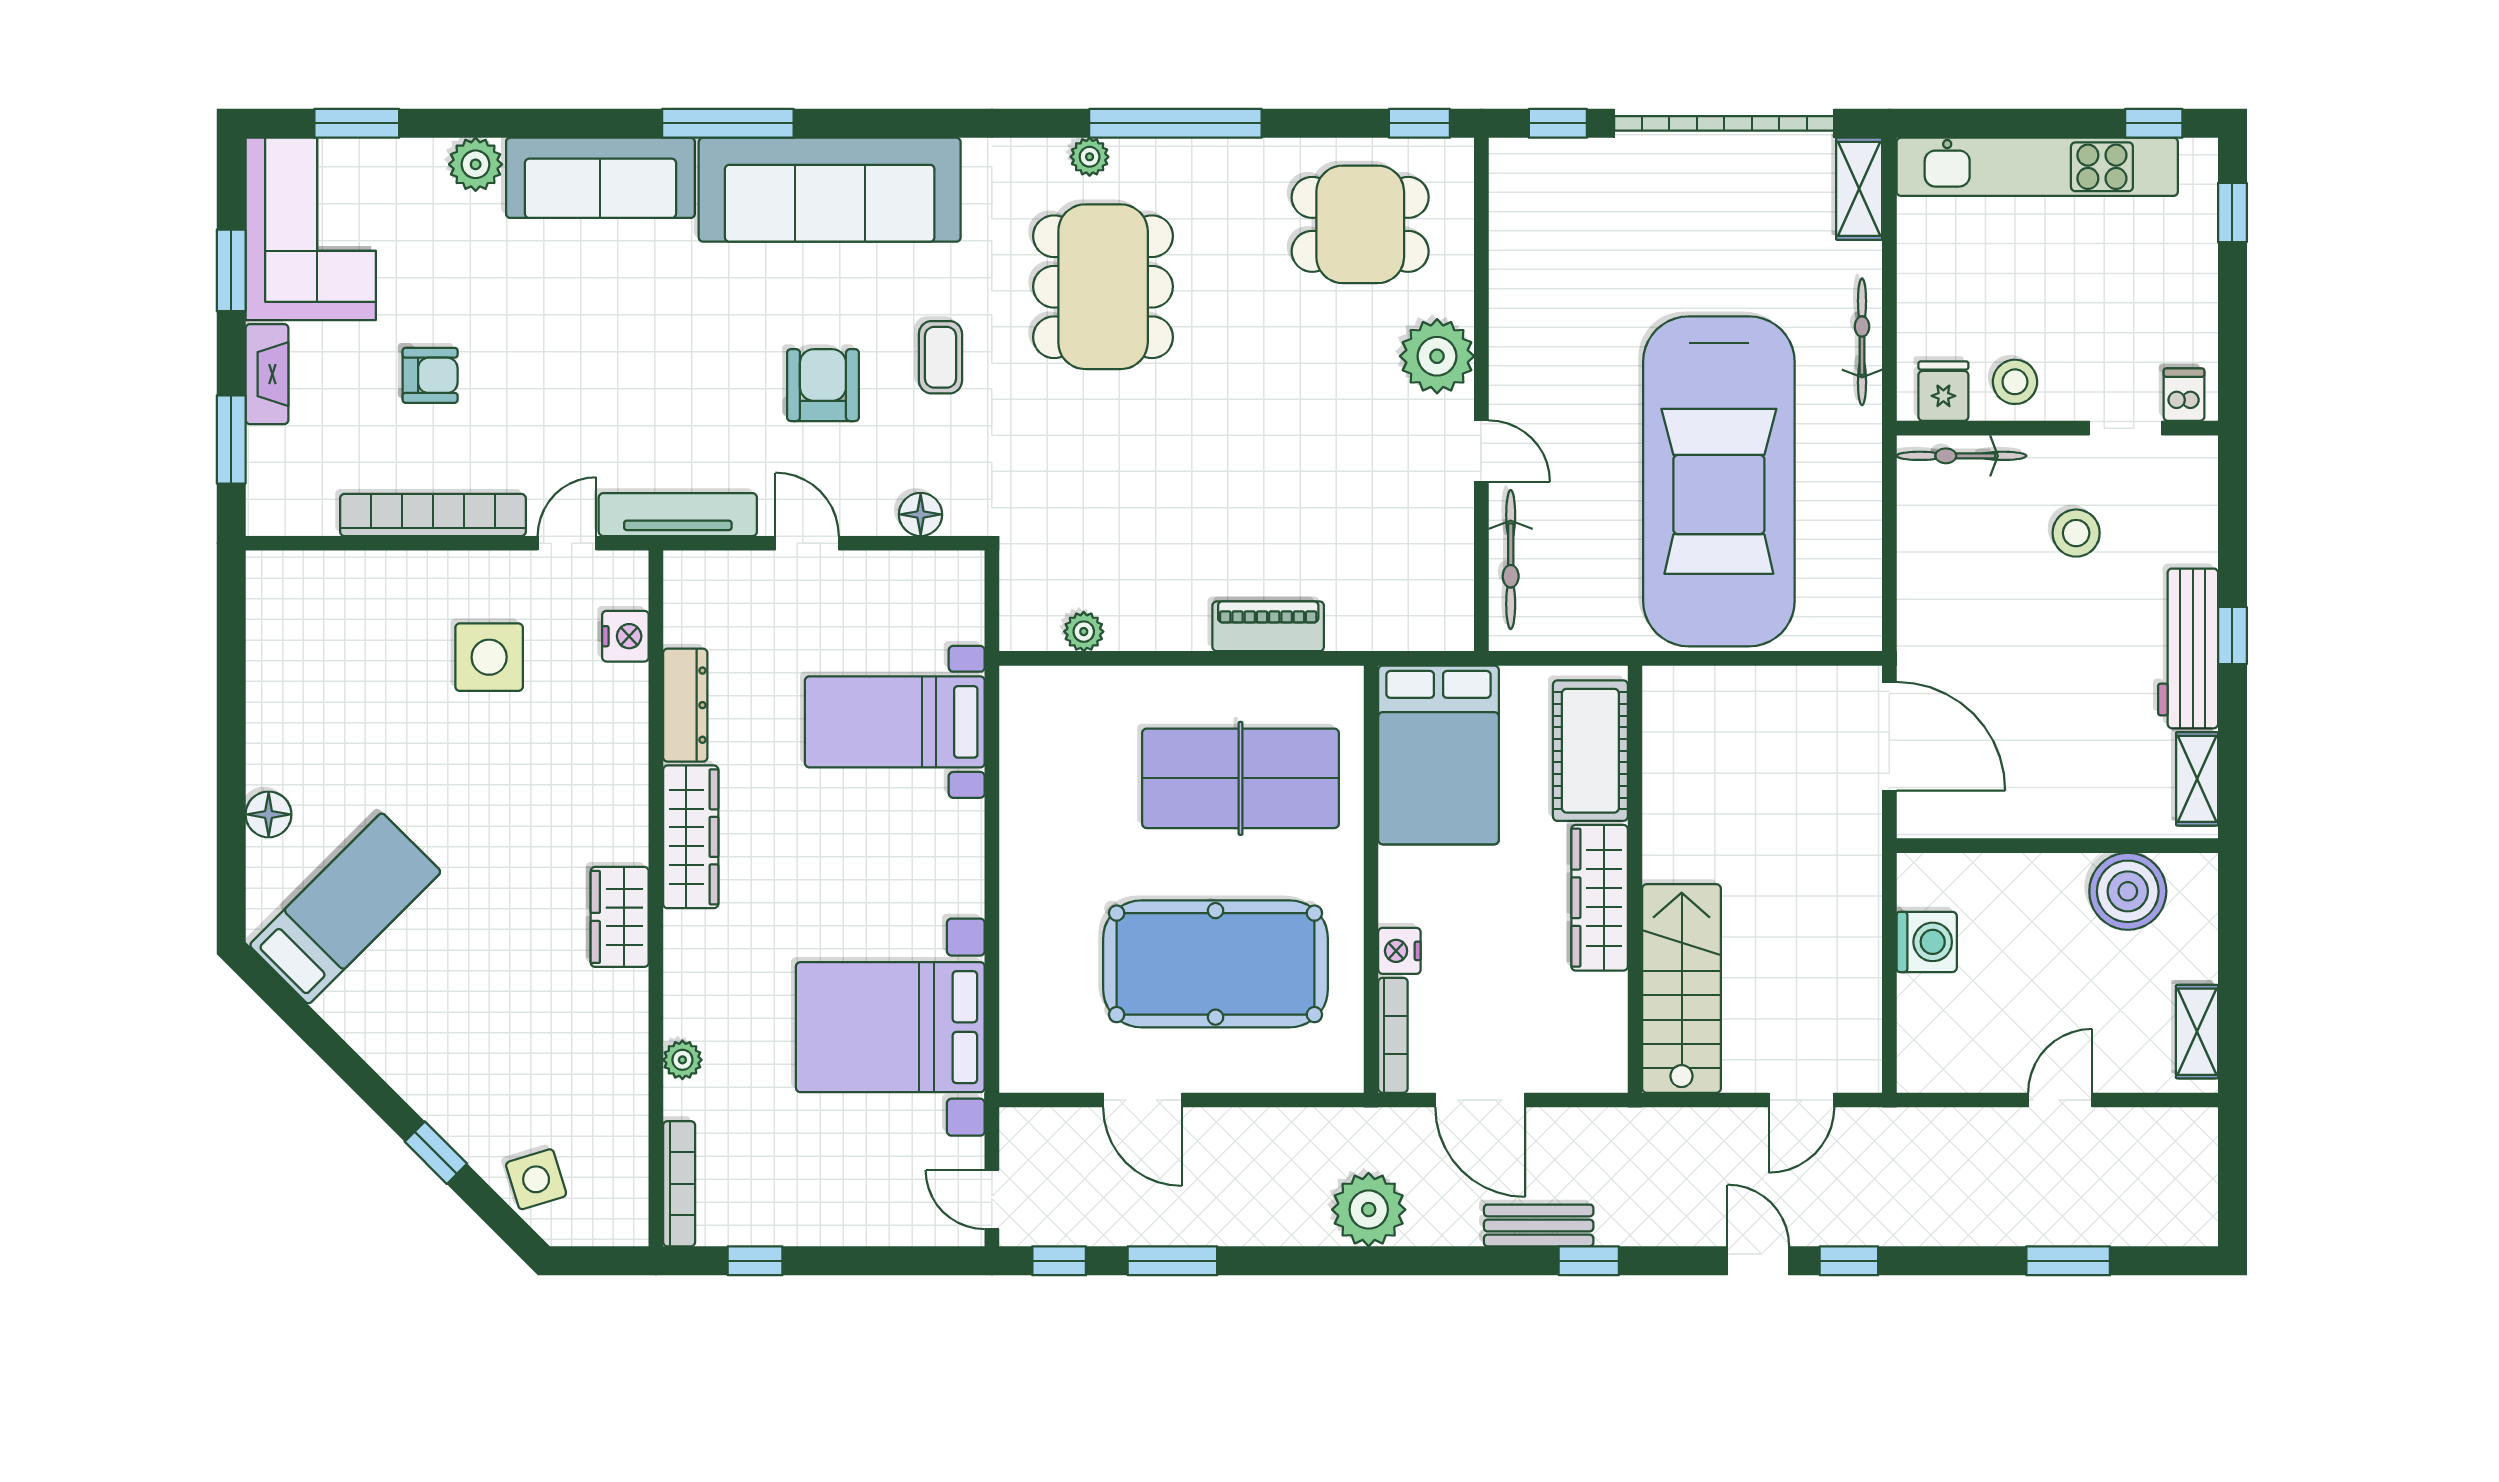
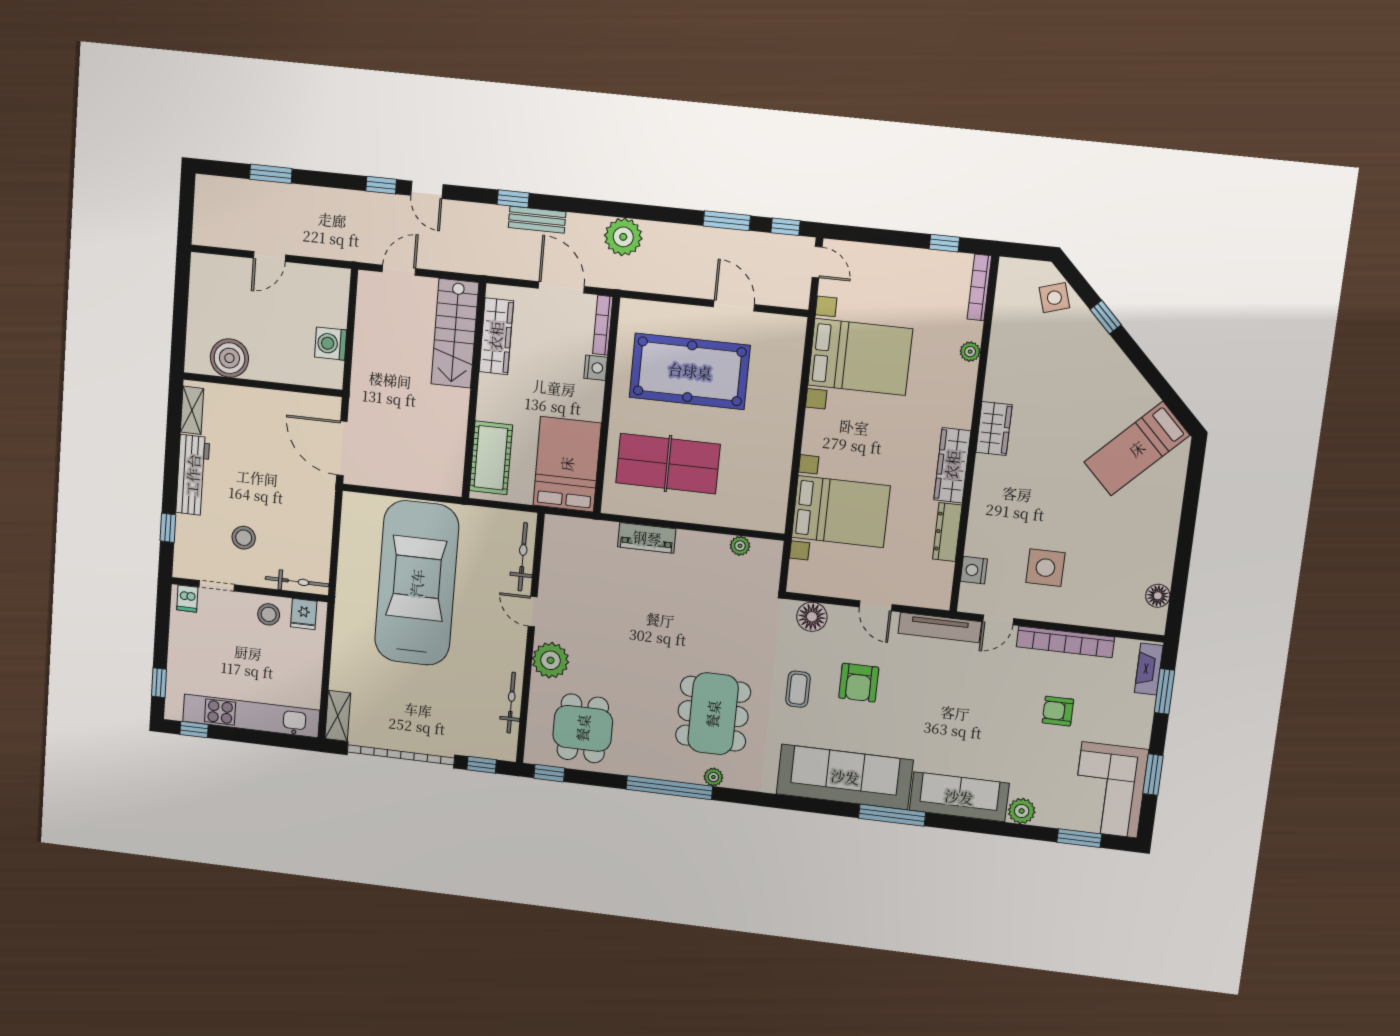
dining table: (1360, 224) -> (583, 728), turned 90
bicycle: (1862, 342) -> (511, 703), moved, turned 180
fireplace: (267, 374) -> (1149, 669), moved
floor lamp: (921, 514) -> (812, 617), width x1.38, depth x1.38
window: (2232, 636) -> (168, 528), moved
bed with nightstands: (895, 722) -> (841, 512), width x1.36
floor lamp: (269, 814) -> (1158, 596), moved
wardrobe: (1600, 898) -> (496, 336), moved
shelving: (2197, 1032) -> (200, 284), removed

